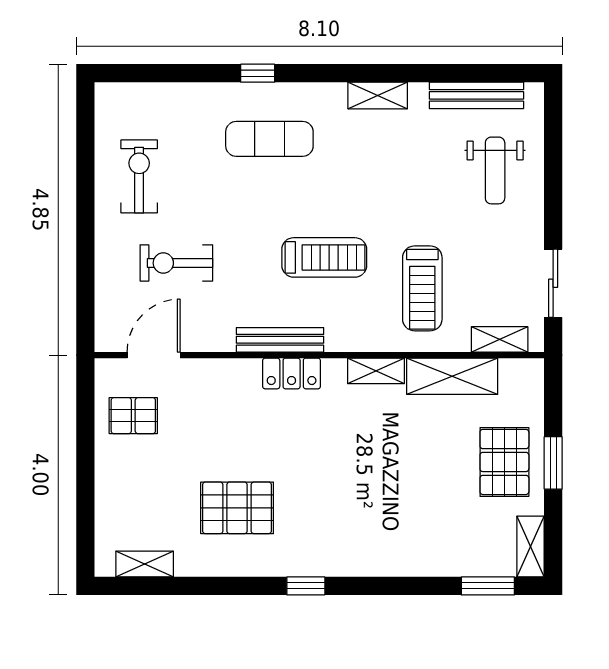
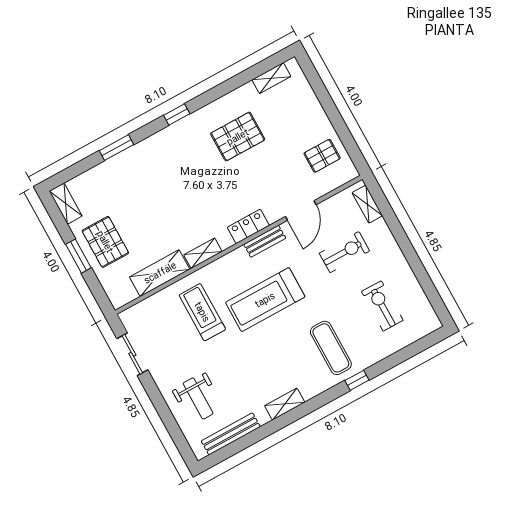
exercise mat: (269, 139) -> (331, 348), turned 90
weight bench: (495, 170) -> (198, 398), turned 180
exercise bike: (139, 176) -> (382, 306), moved, turned 180
treadmill: (324, 257) -> (265, 300), width x1.37, depth x1.38
shelving: (500, 339) -> (367, 204), moved, turned 90
bench: (280, 340) -> (265, 241), width x0.73
door: (154, 355) -> (301, 211), moved
window: (488, 586) -> (117, 148), moved

